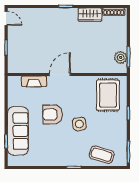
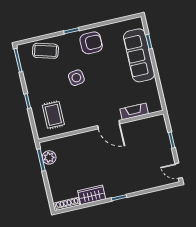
door: (60, 75) -> (109, 125), hinge flipped
rug: (108, 95) -> (53, 115), width x0.73, depth x0.70
armchair: (53, 115) -> (91, 43), moved

